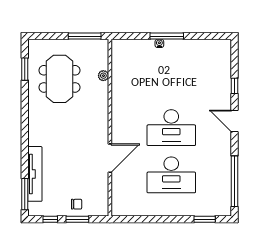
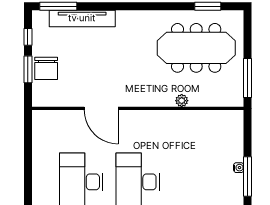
plant: (103, 76) -> (182, 101), moved
meeting table: (59, 79) -> (196, 48), width x1.36
chair: (77, 204) -> (46, 68), width x1.87, depth x1.87

